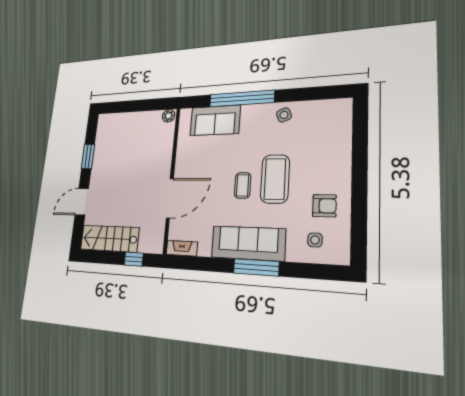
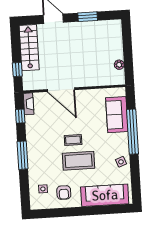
plant: (169, 116) -> (119, 65), moved
sofa: (248, 243) -> (105, 195), moved, turned -90
window: (197, 263) -> (20, 116), added

